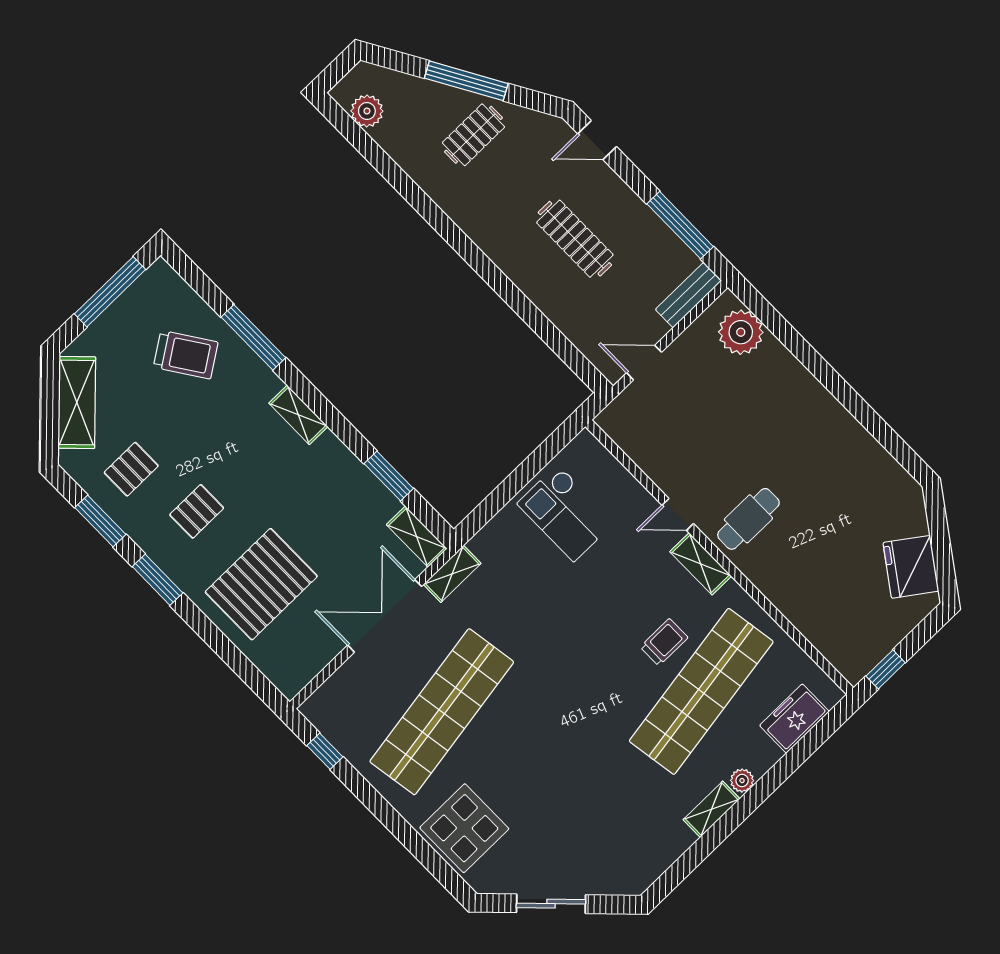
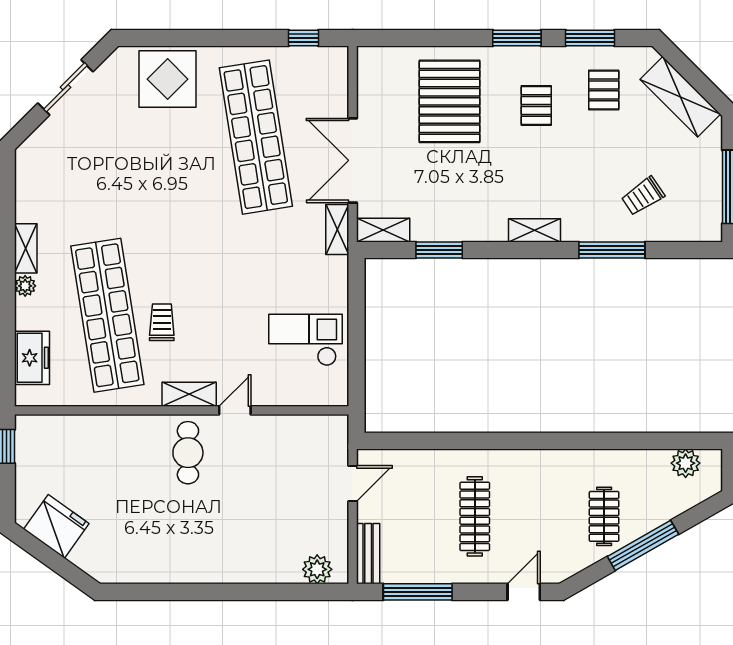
clothes rail: (575, 239) -> (475, 516), turned 90
plant: (741, 332) -> (317, 569), width x0.73, depth x0.73
trolley: (186, 355) -> (643, 196), width x0.73, depth x0.72
double door: (385, 616) -> (353, 160), swing flipped
trolley: (664, 642) -> (162, 322), turned 180

